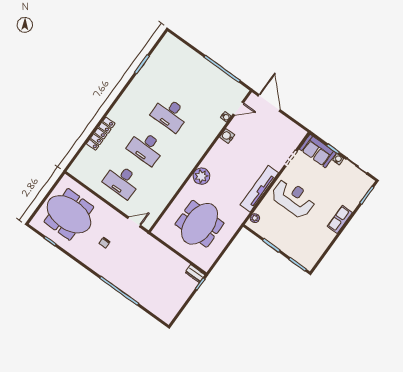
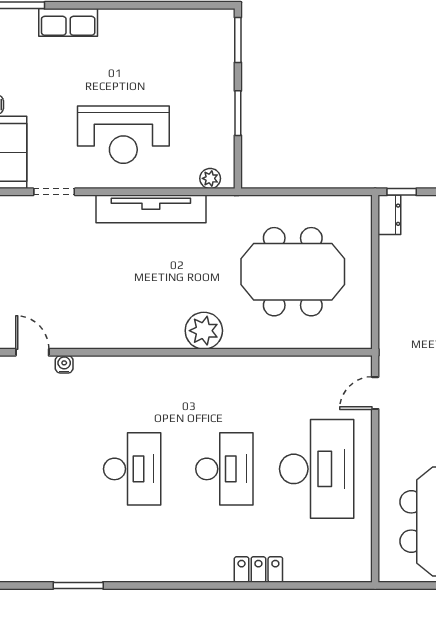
locker: (101, 134) -> (258, 570), width x0.66
water cooler: (227, 136) -> (97, 337), removed
desk: (122, 181) -> (317, 469), width x1.36, depth x1.30
reception desk: (293, 198) -> (123, 135), turned -90
row of seats: (340, 219) -> (68, 22), moved
door: (134, 222) -> (375, 393), hinge flipped

